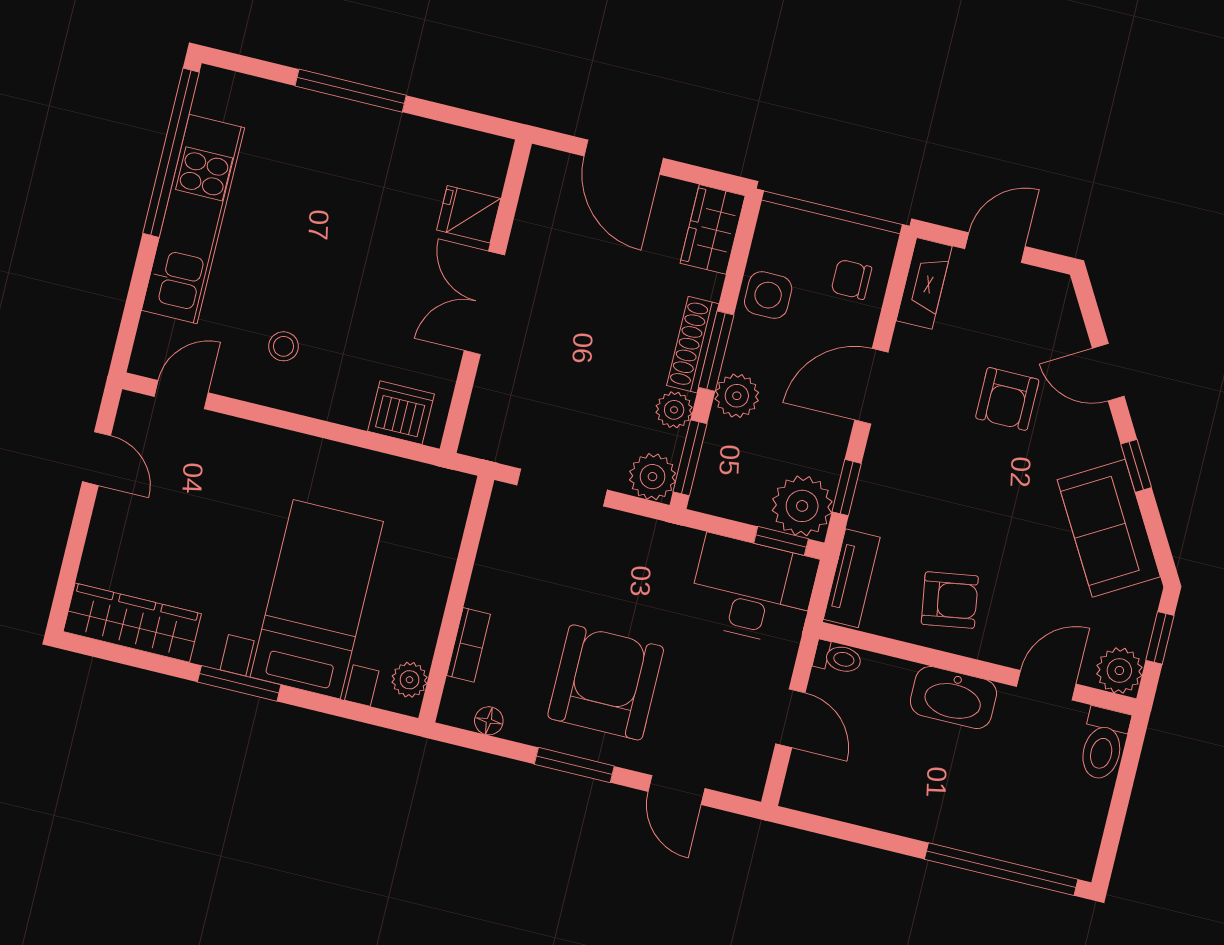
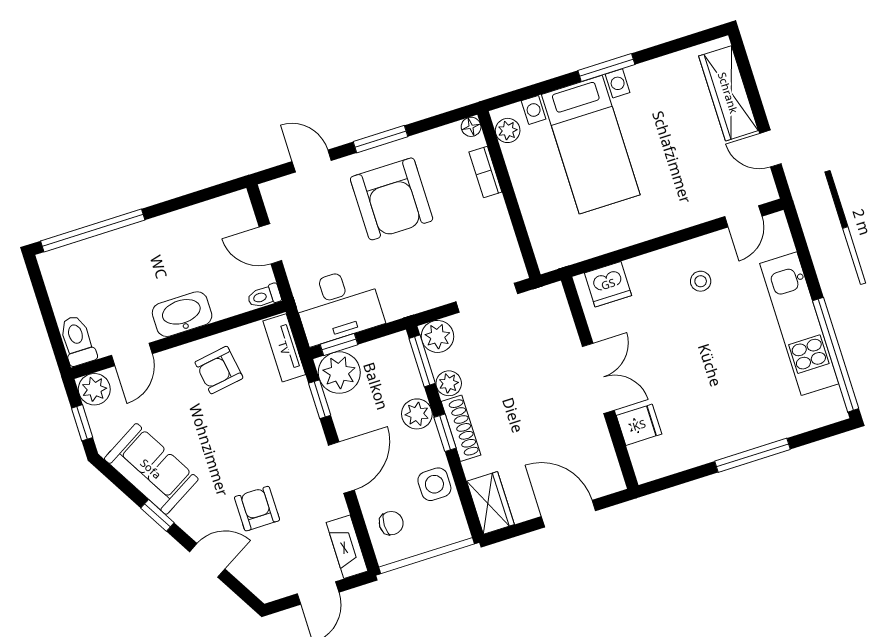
window: (716, 351) -> (445, 433), width x0.67
wardrobe: (132, 623) -> (728, 93), moved, turned 90
floor lamp: (489, 721) -> (471, 127), moved

